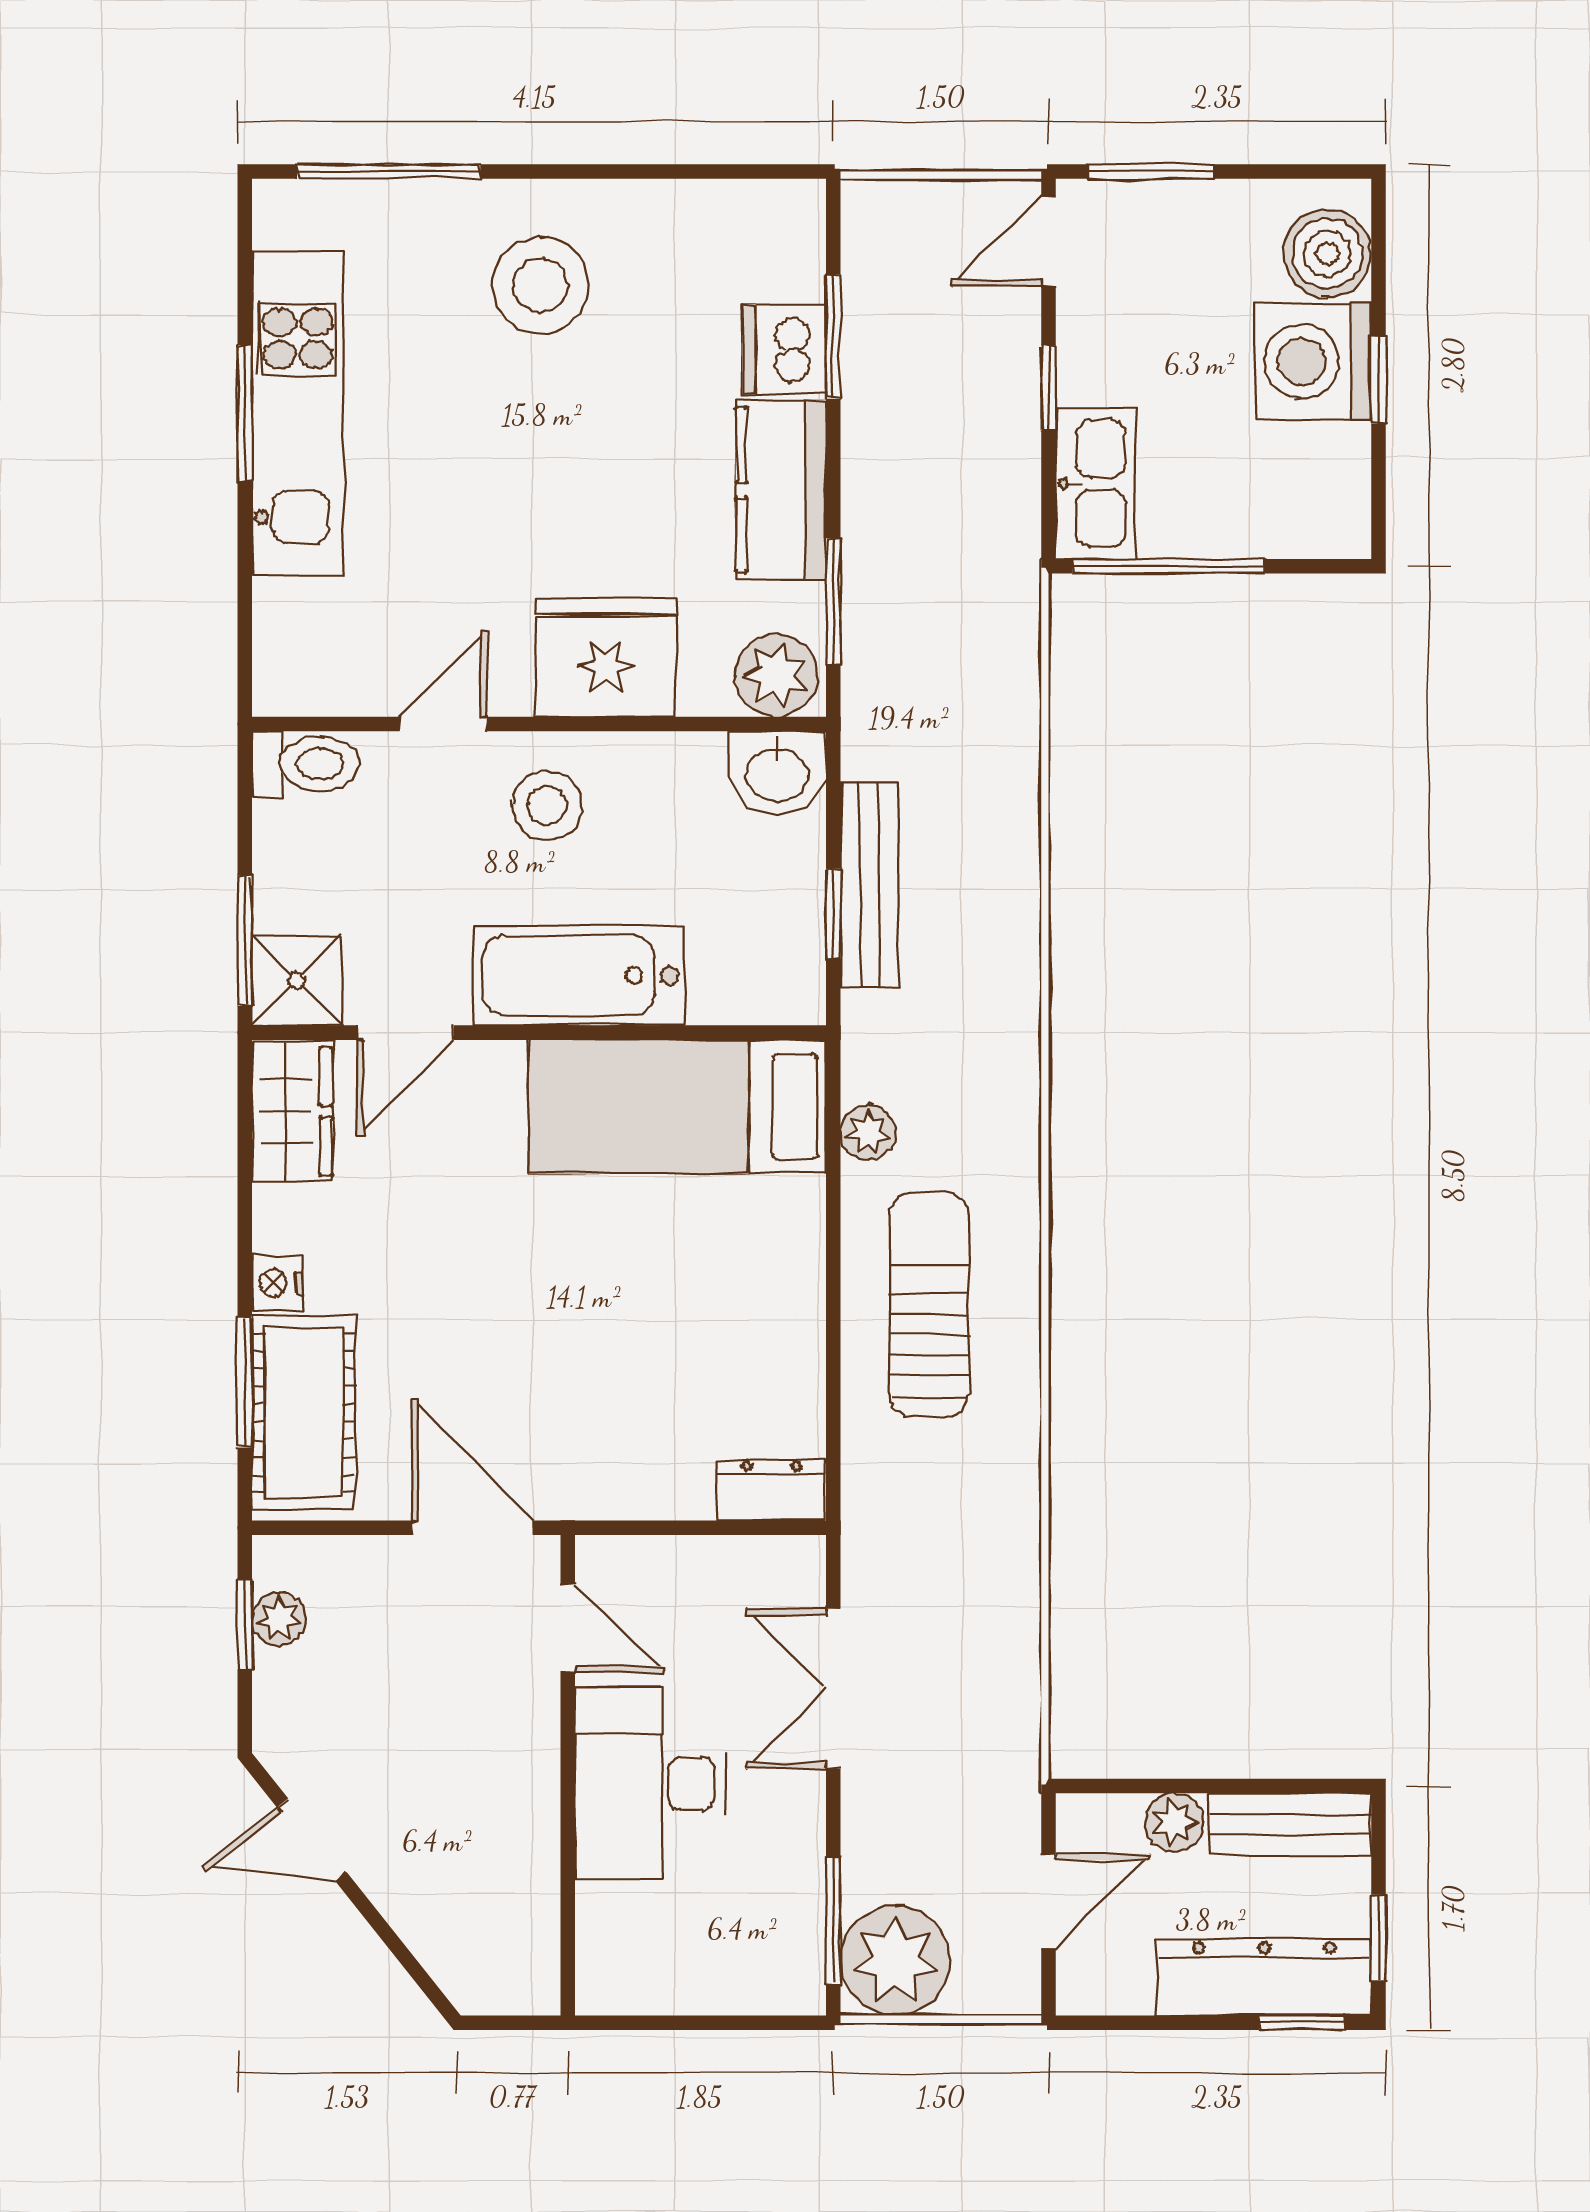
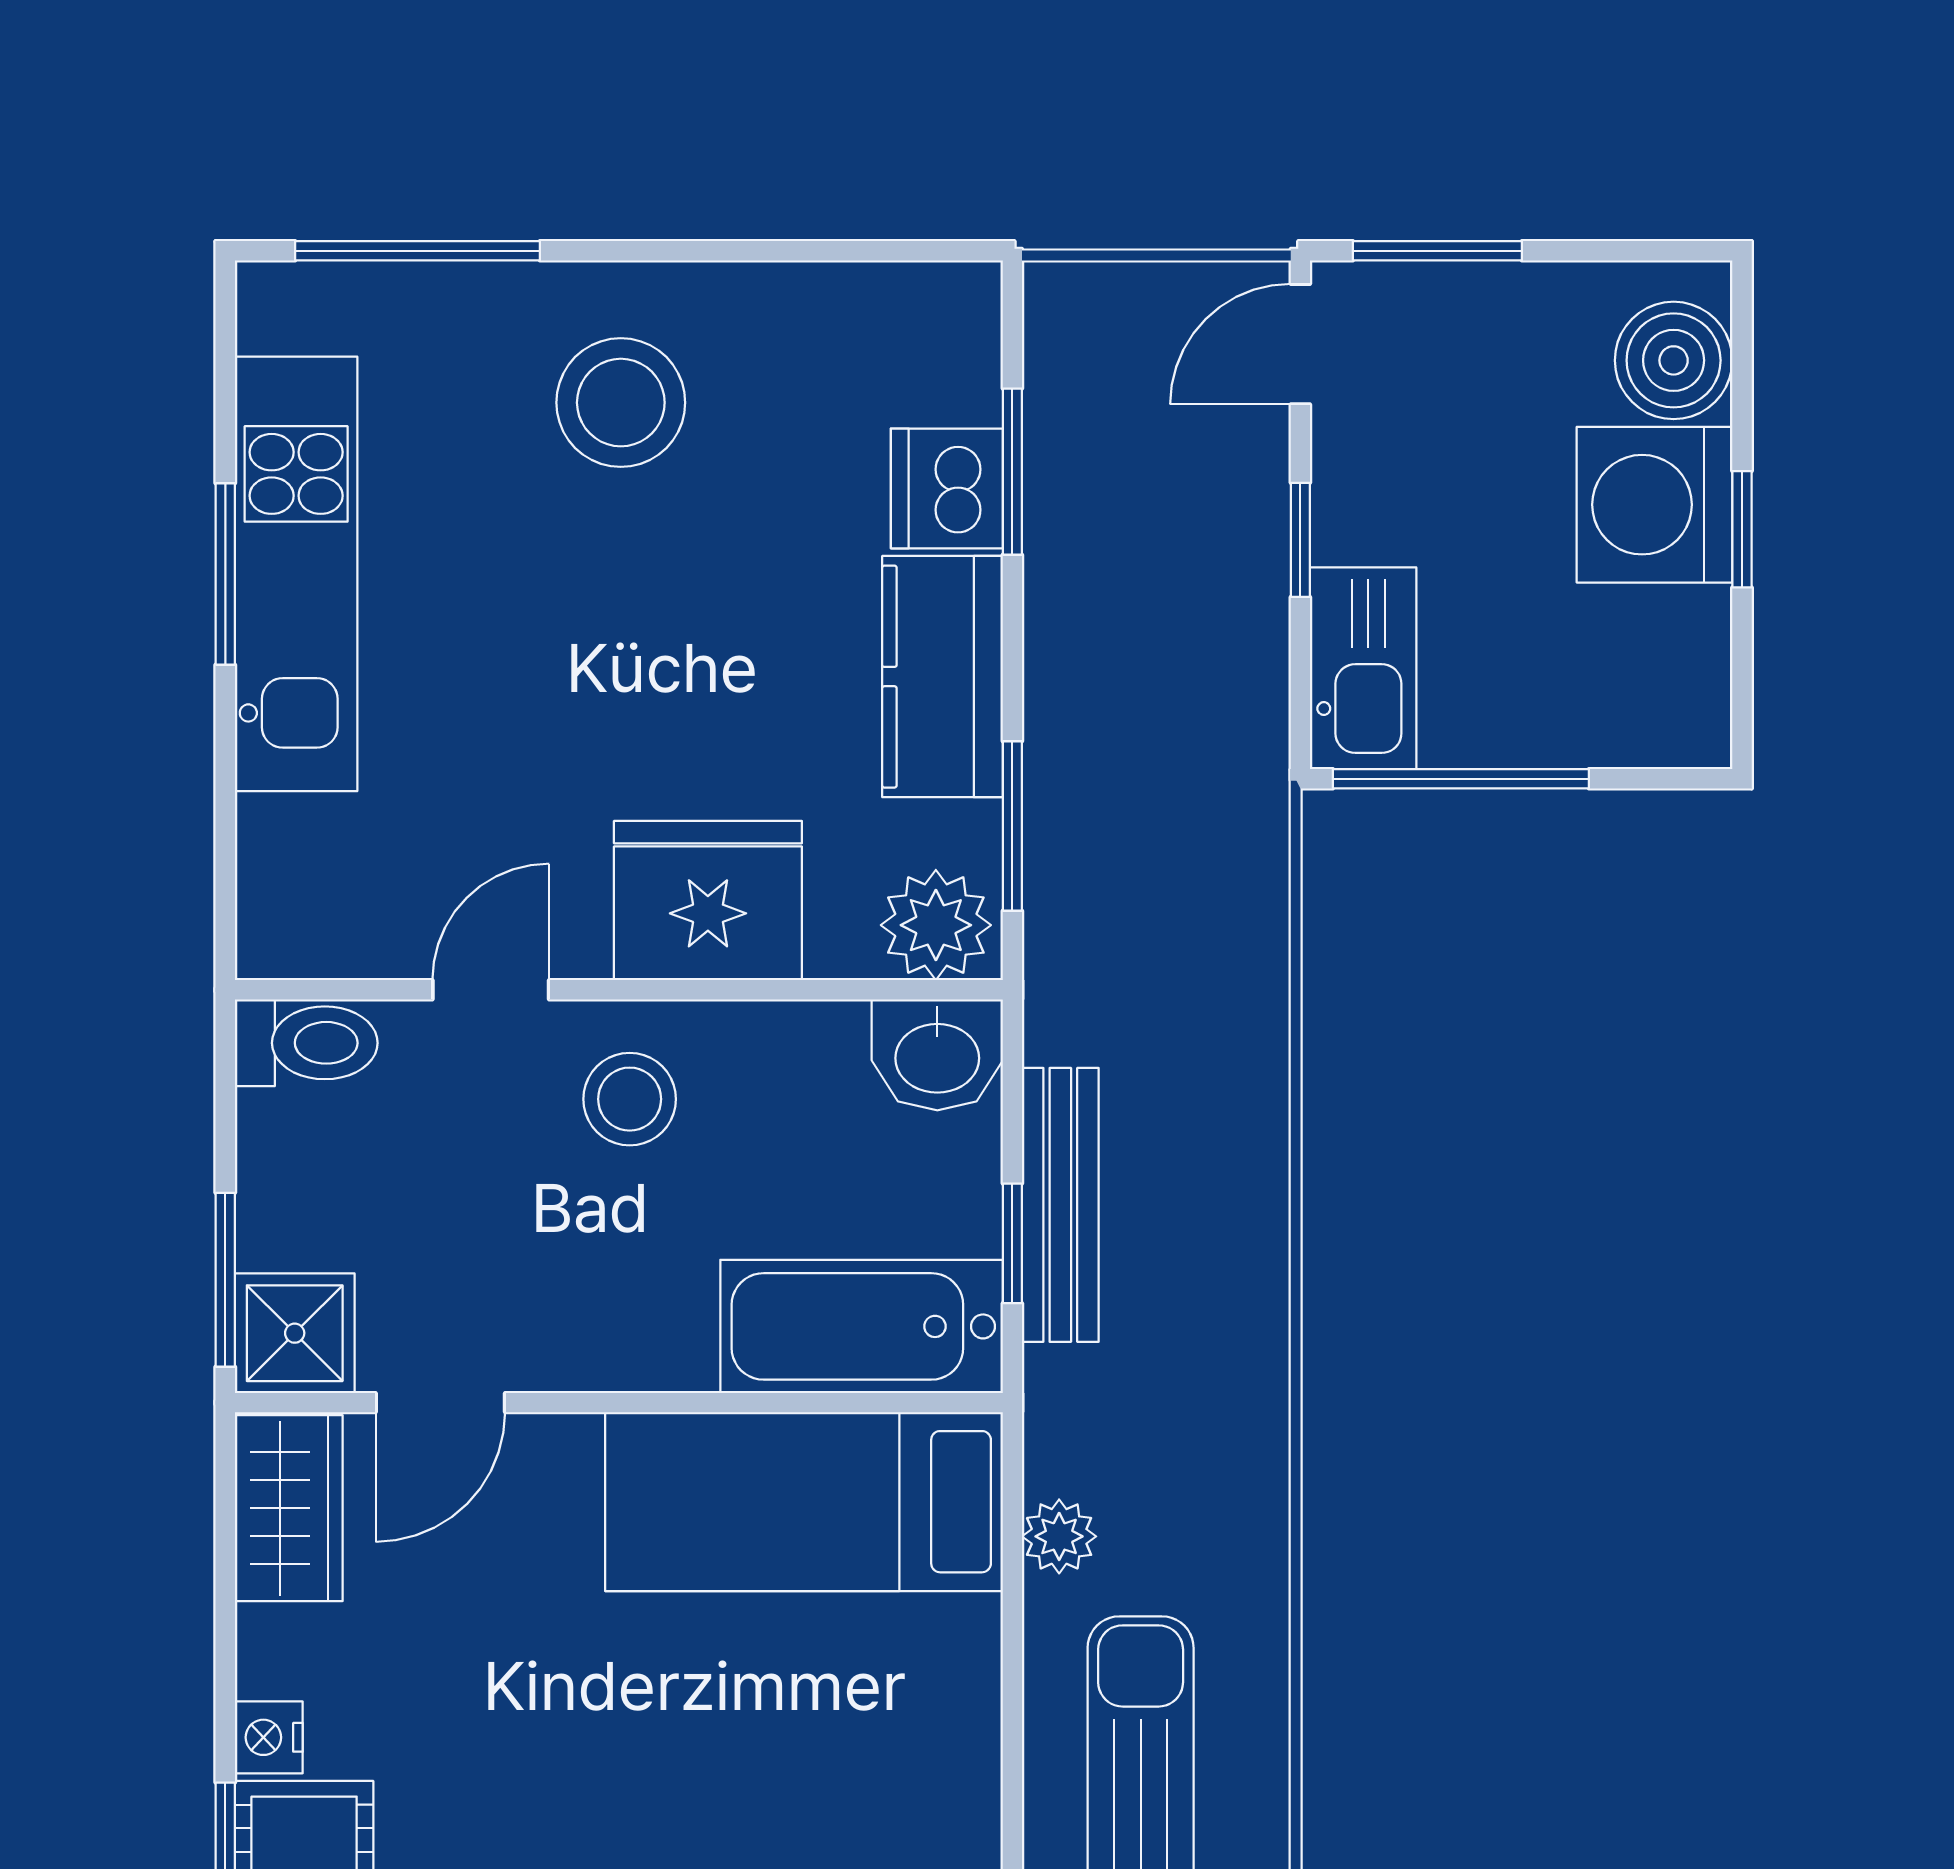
bathtub: (579, 976) -> (862, 1326), moved

